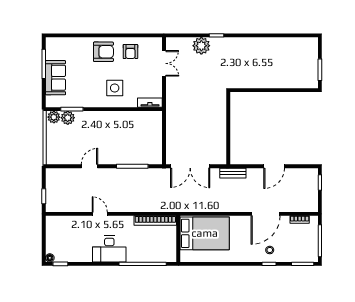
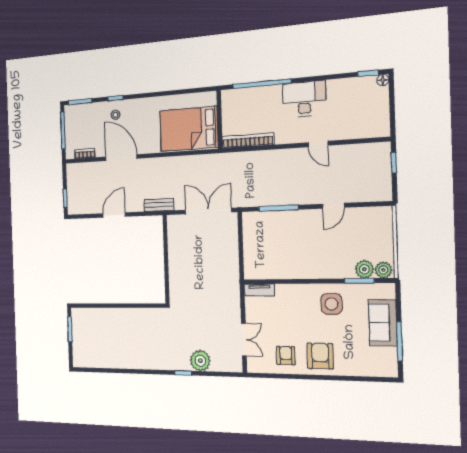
armchair: (103, 52) -> (320, 356), turned 90
double door: (164, 63) -> (244, 340), swing flipped
side table: (115, 88) -> (331, 304), moved
door: (266, 214) -> (121, 158), hinge flipped

